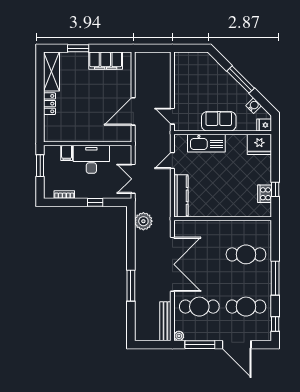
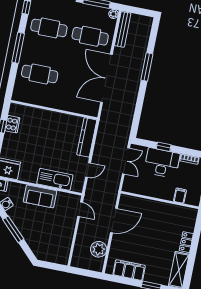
desk: (91, 159) -> (162, 163), moved, turned 180
plant: (143, 221) -> (99, 249), moved

